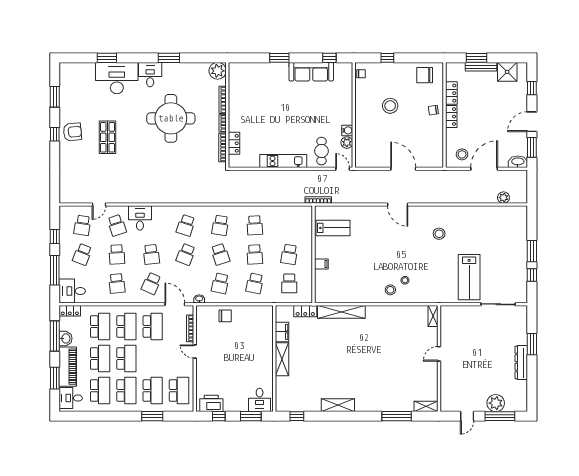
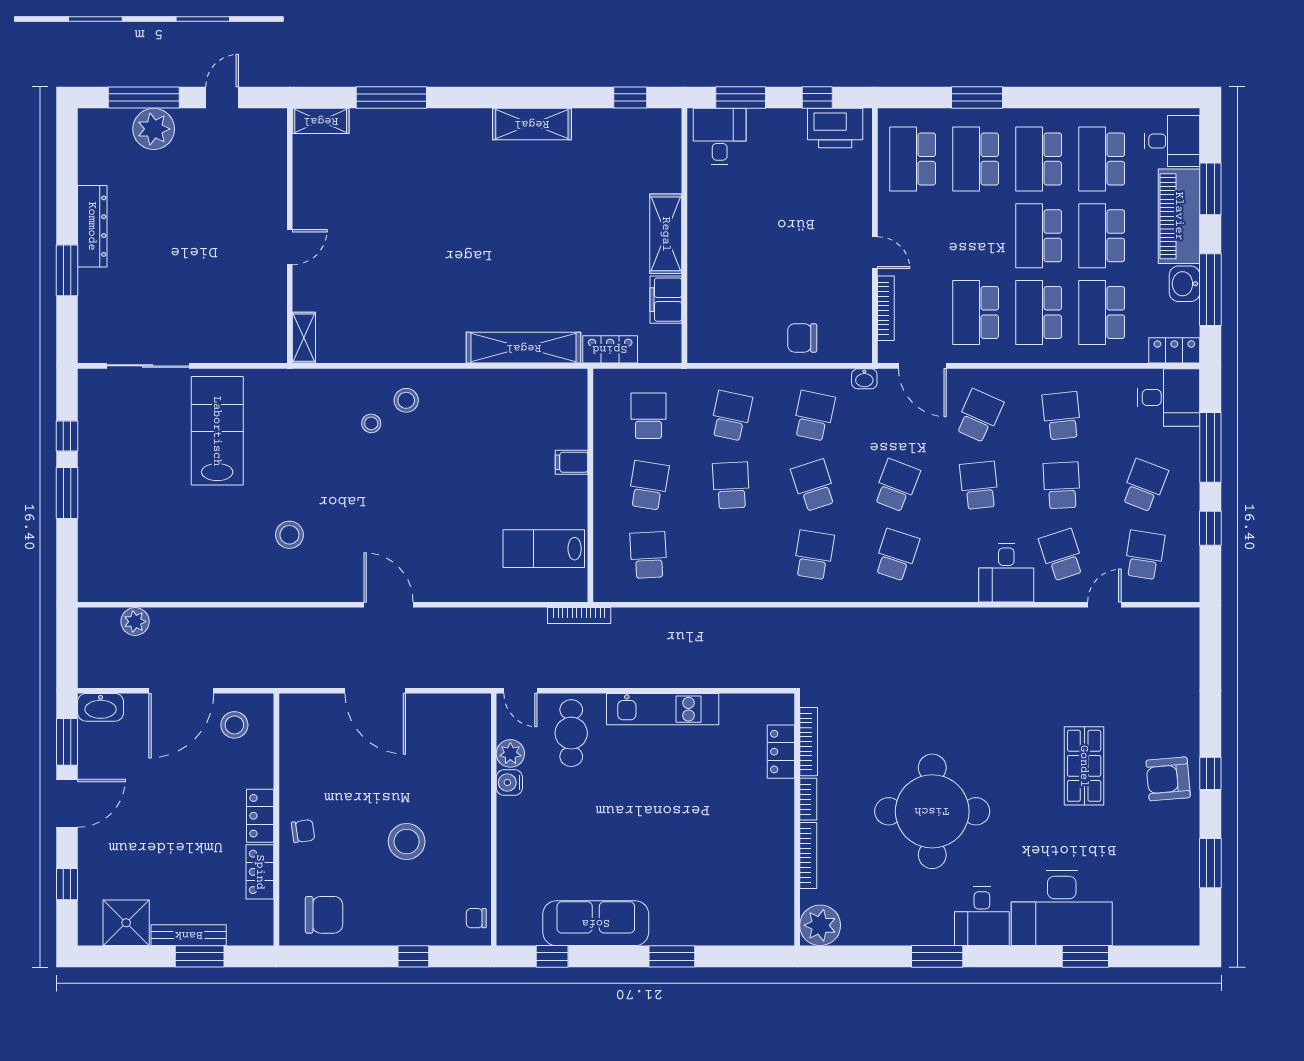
school desk: (255, 225) -> (648, 555), moved

